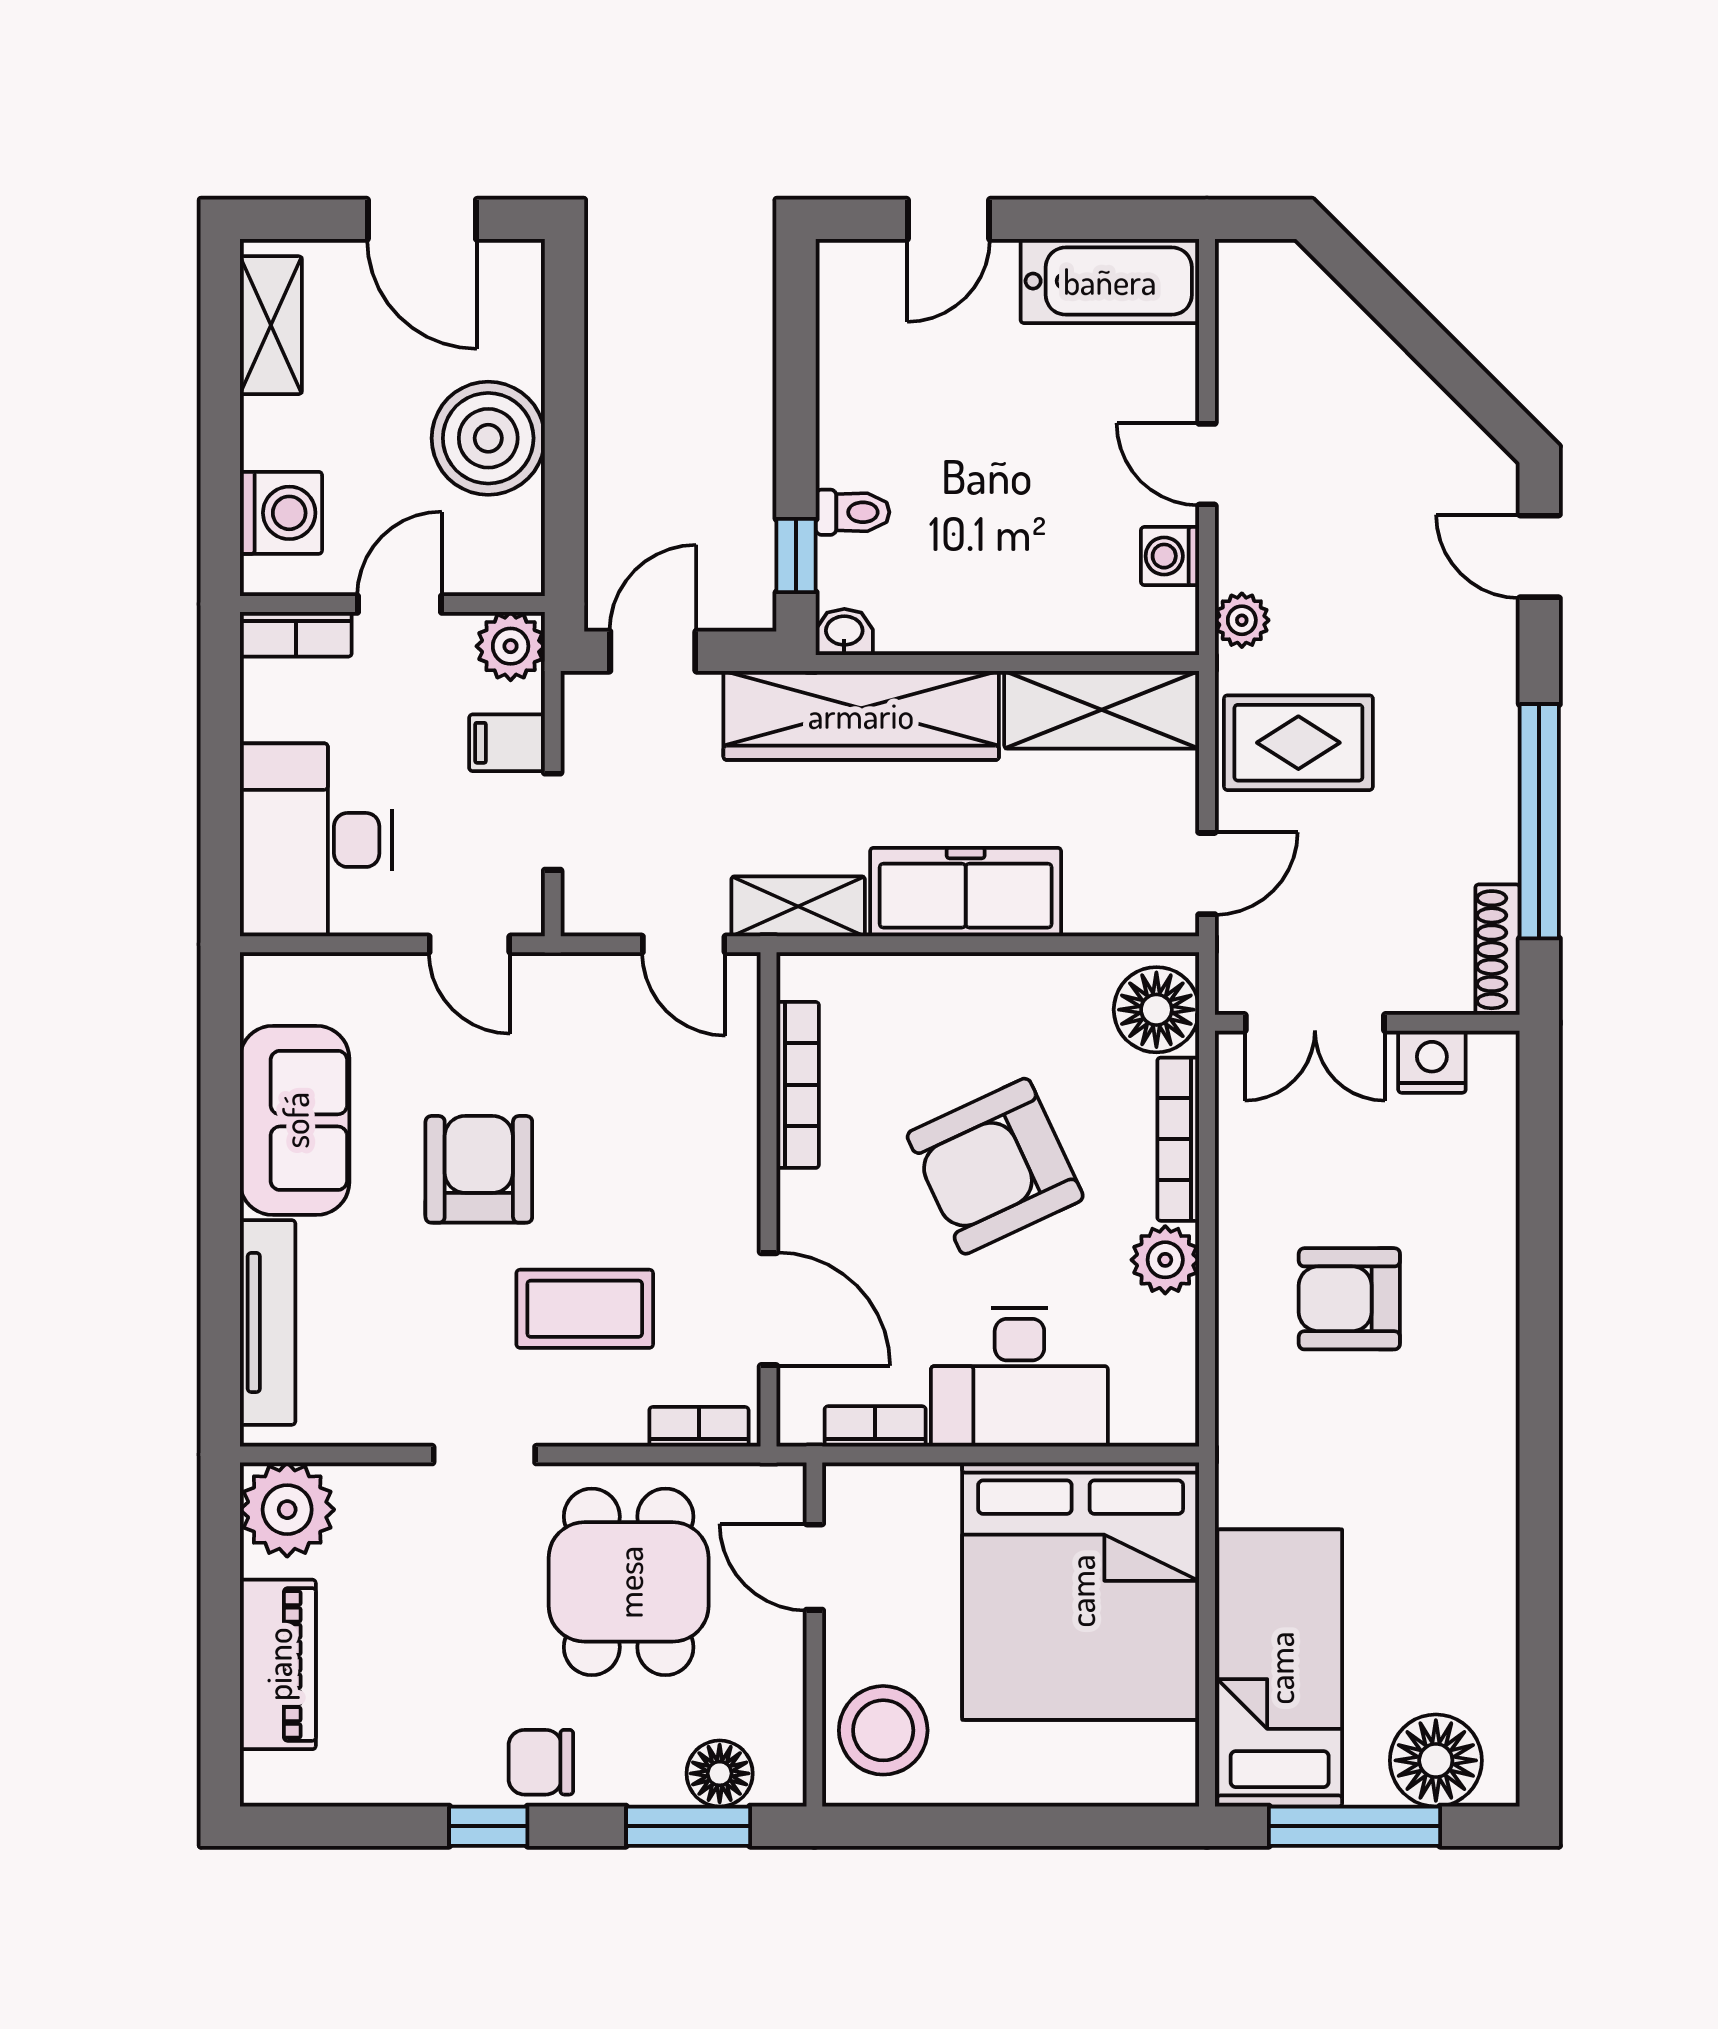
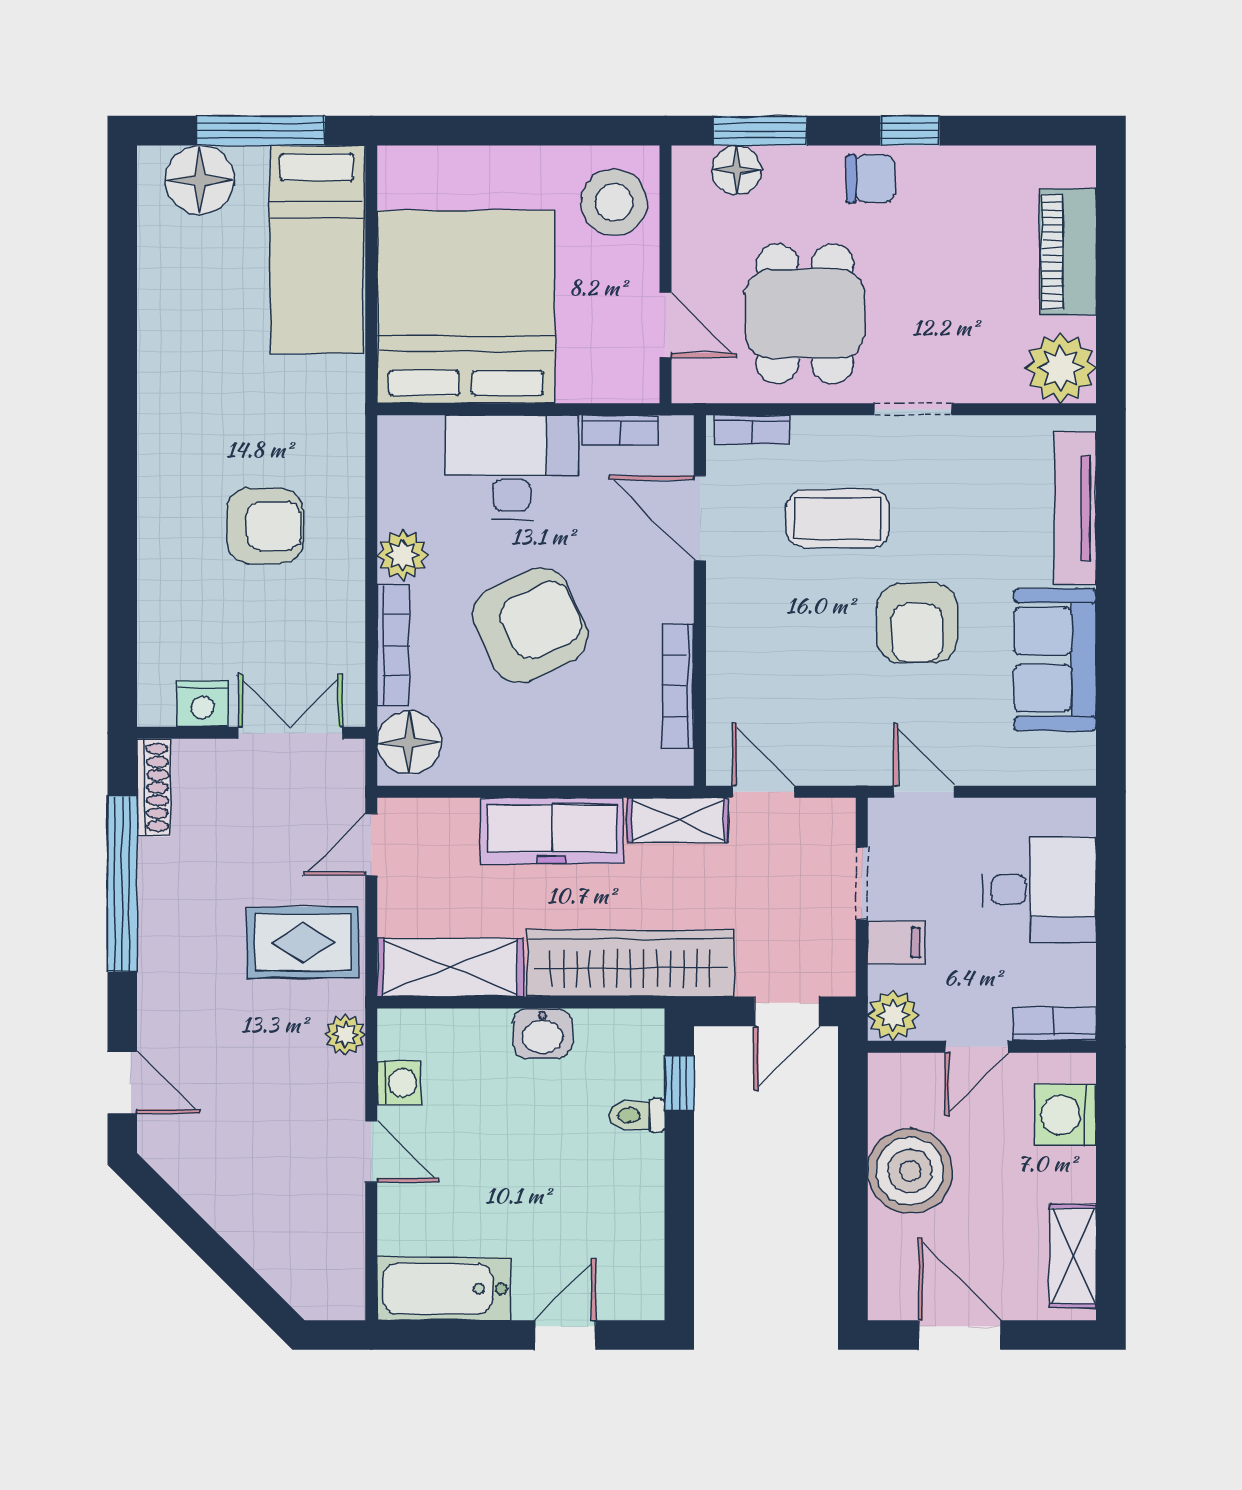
washbasin: (844, 632) -> (542, 1033), moved, width x1.38, depth x1.45
desk: (316, 840) -> (1039, 889), width x0.73

